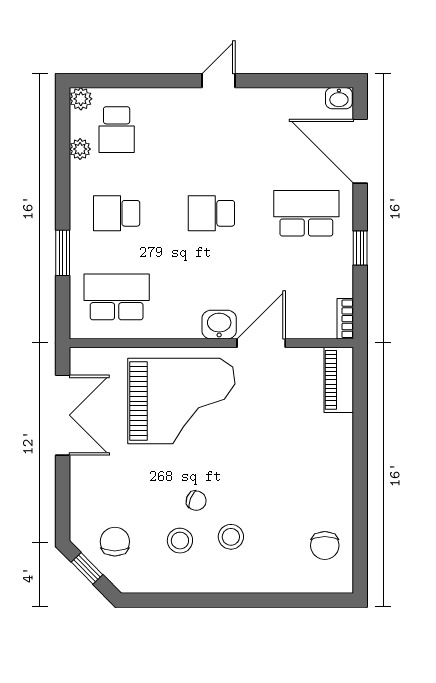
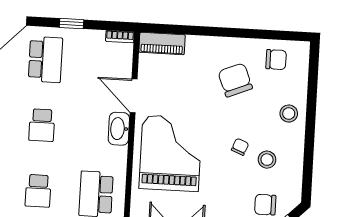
school desk: (306, 213) -> (45, 60), turned 180
washbasin: (219, 325) -> (119, 129), width x1.38
chair: (292, 488) -> (235, 80), added
stool: (231, 537) -> (289, 114), moved

